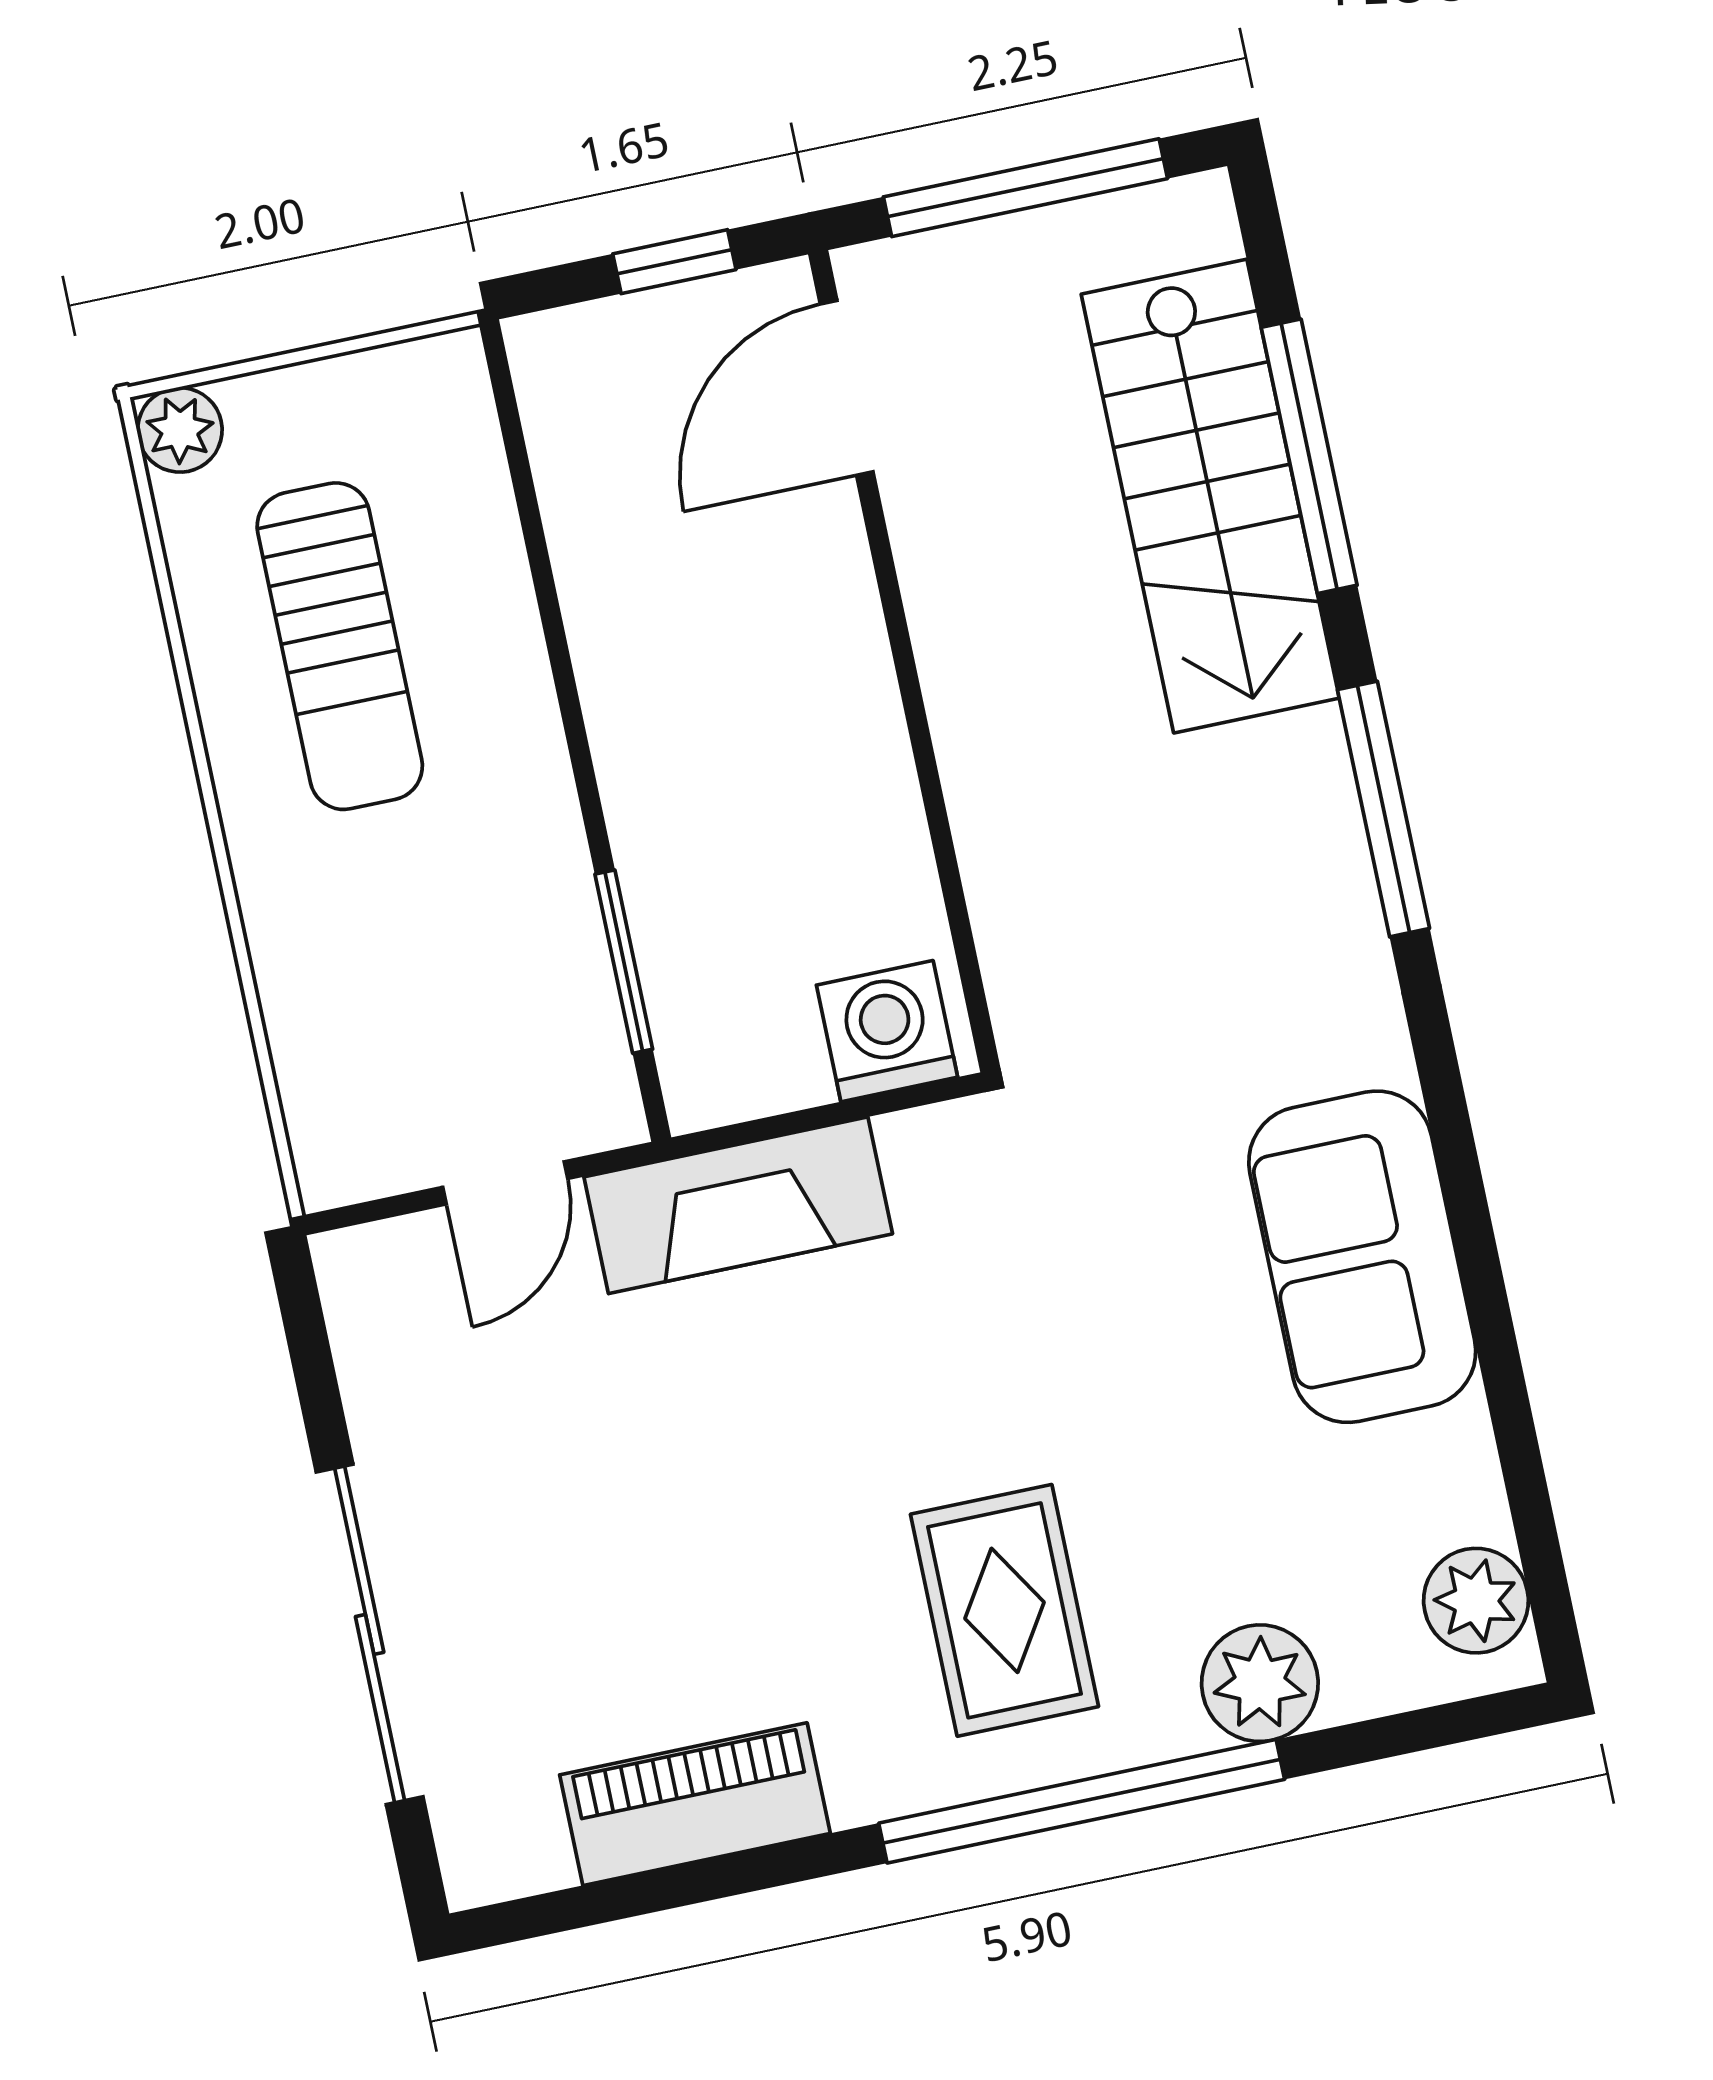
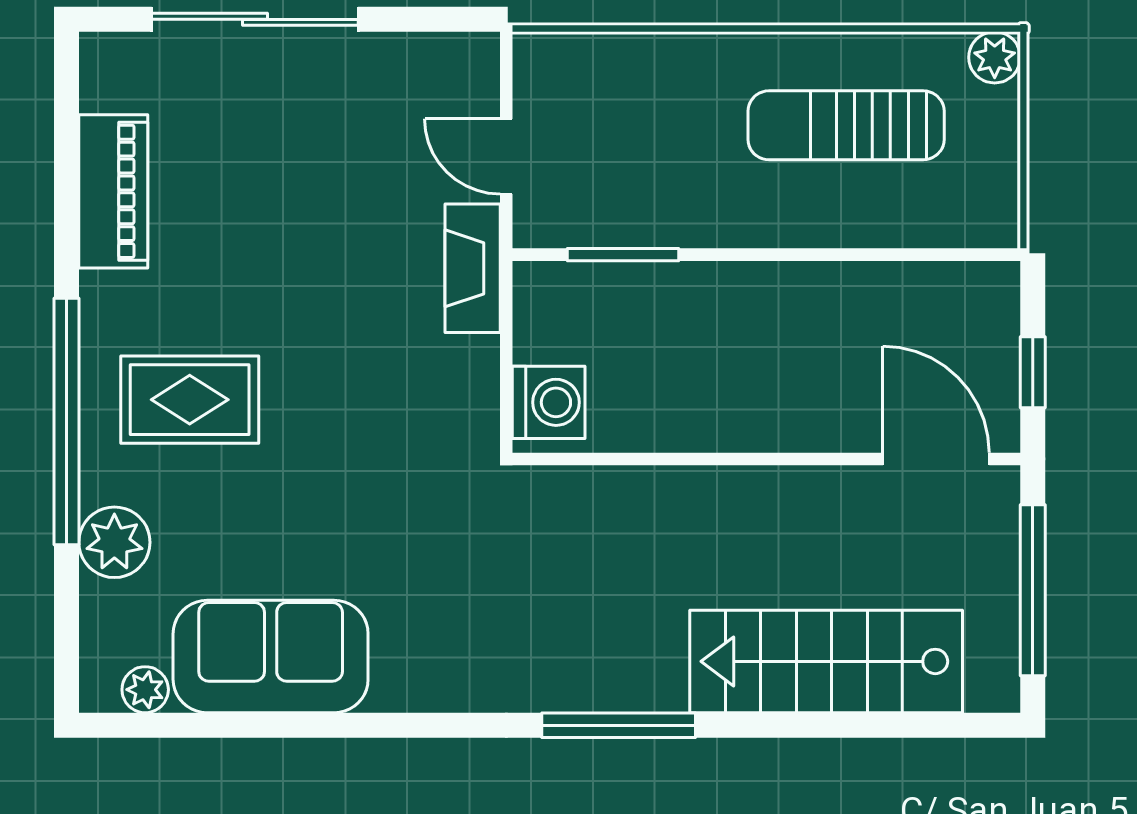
window: (1309, 456) -> (837, 725), removed
fireplace: (738, 1205) -> (473, 268), width x0.73, depth x0.76
sofa: (1362, 1257) -> (271, 657), moved
plant: (1476, 1601) -> (145, 690), width x0.73, depth x0.73

